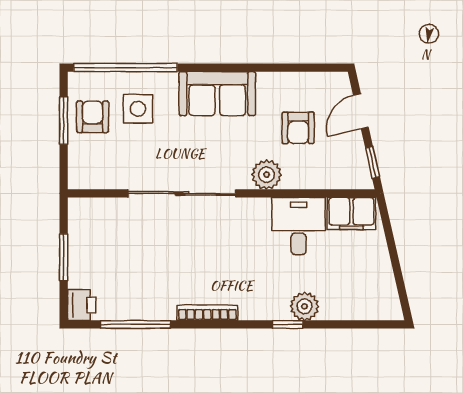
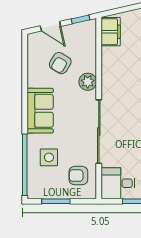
armchair: (93, 117) -> (78, 176), moved
armchair: (298, 128) -> (60, 63), turned 121
desk: (299, 226) -> (118, 183), moved

